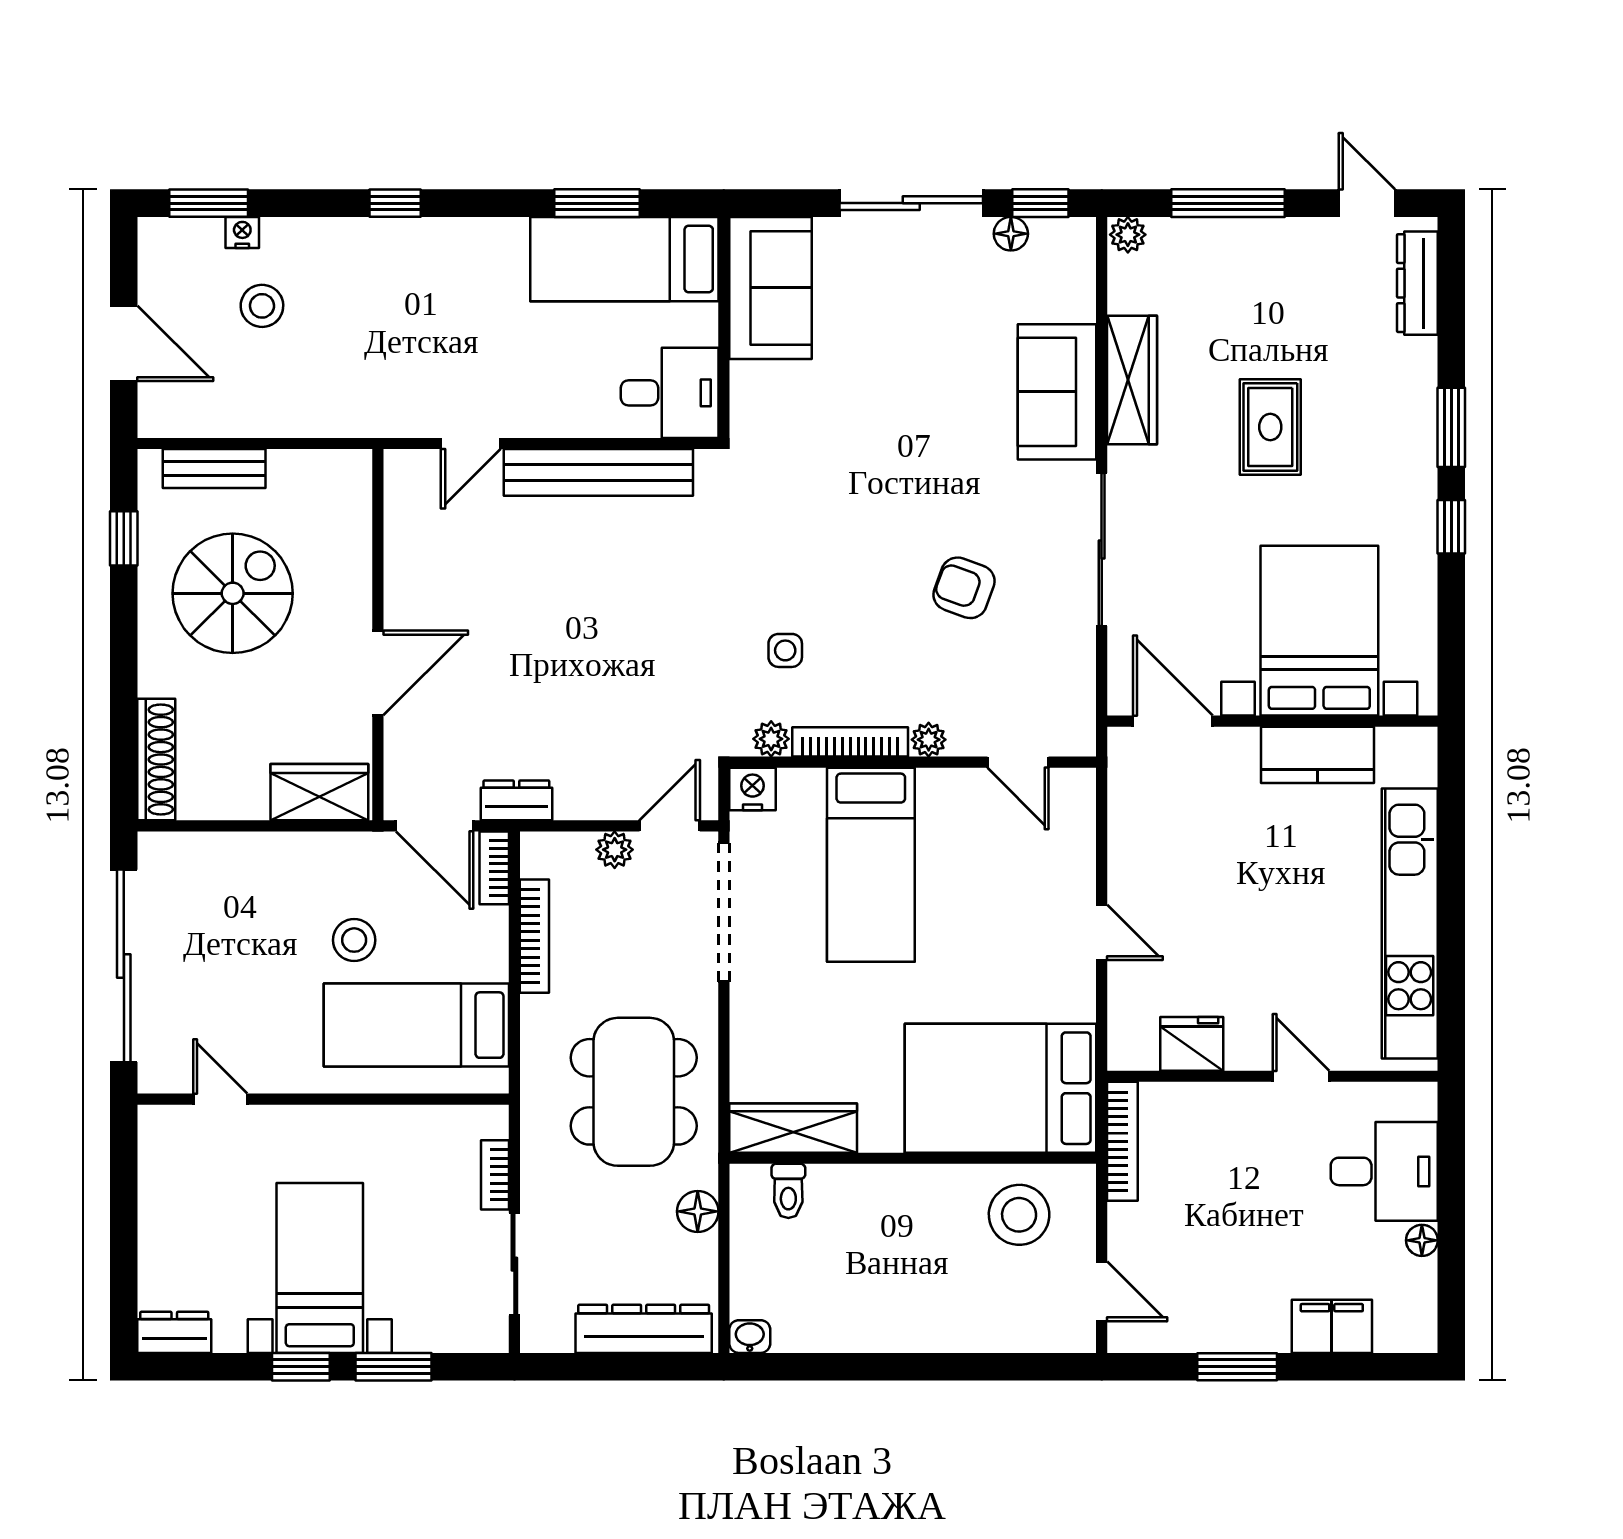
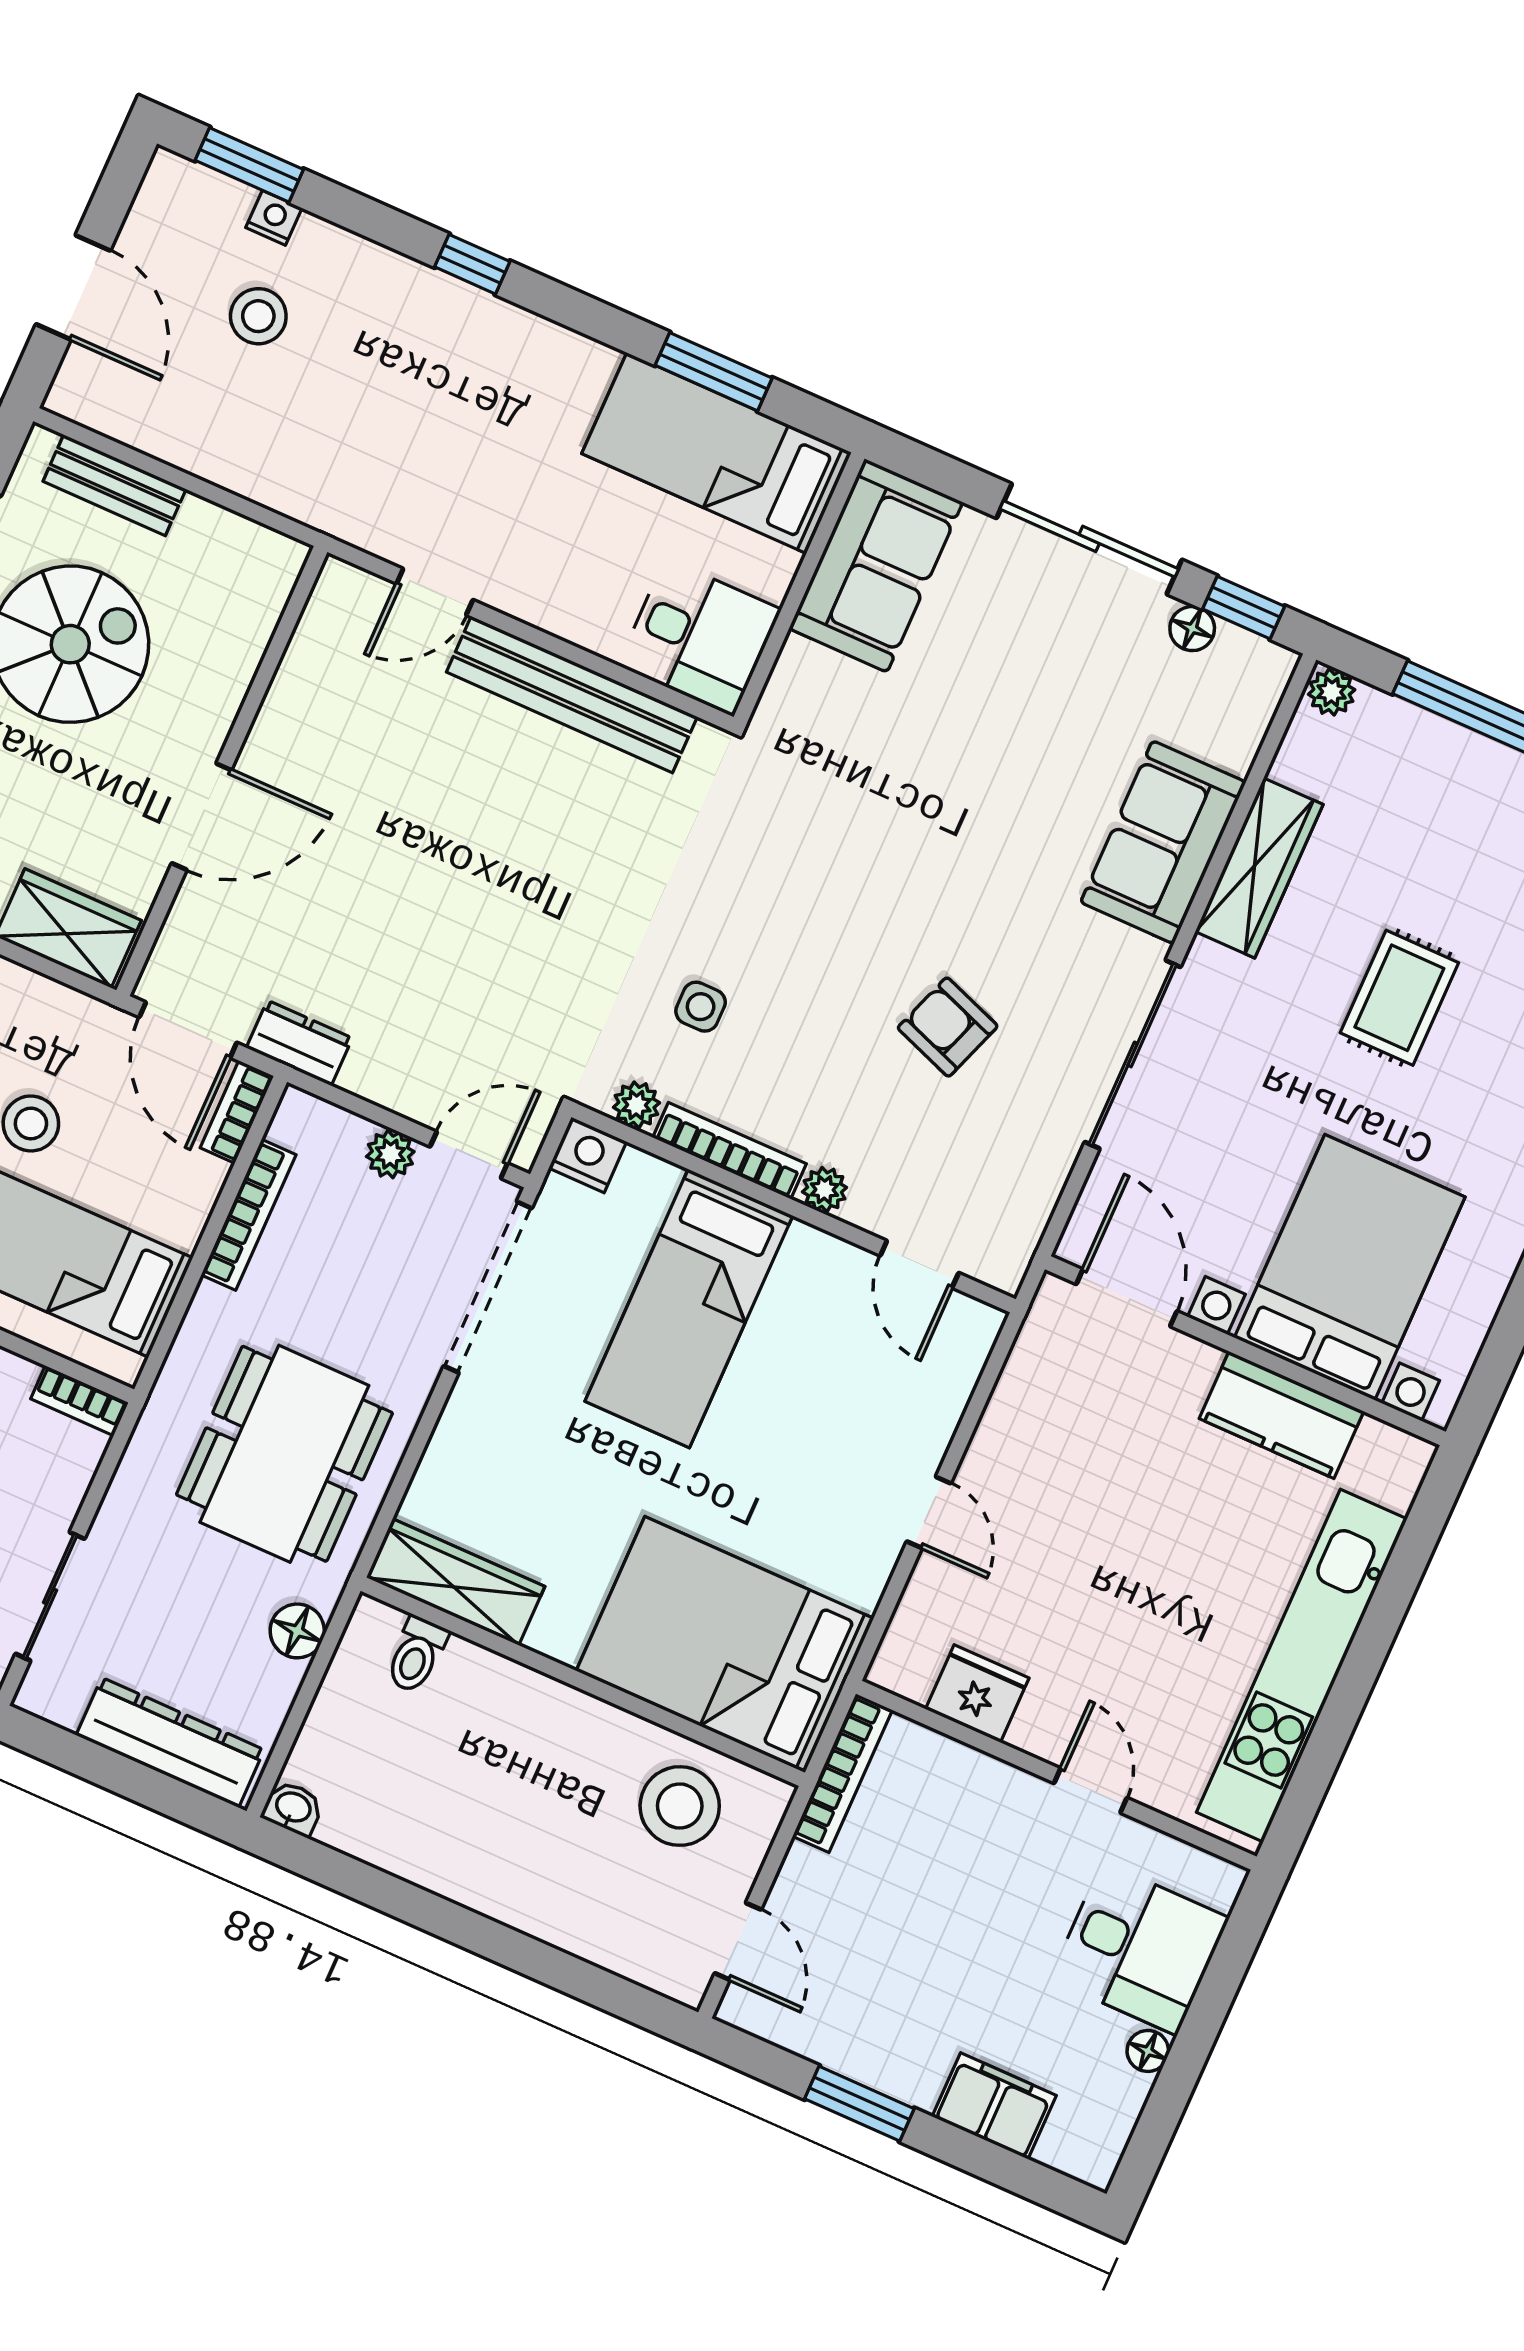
bookcase: (495, 1175) -> (80, 1401), moved, turned -90

